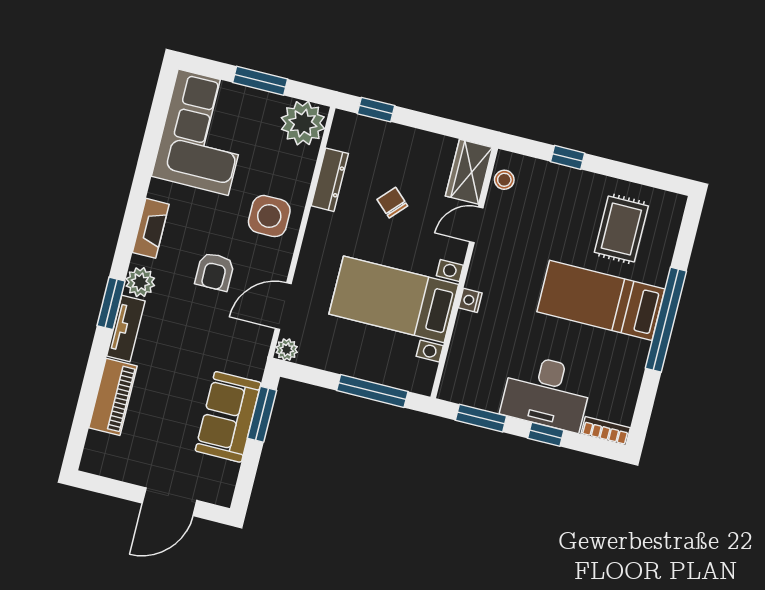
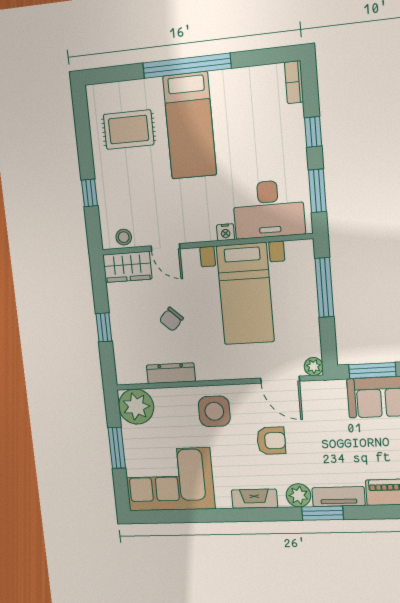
window: (376, 110) -> (104, 327), moved
desk: (547, 393) -> (269, 209), moved, turned 90

